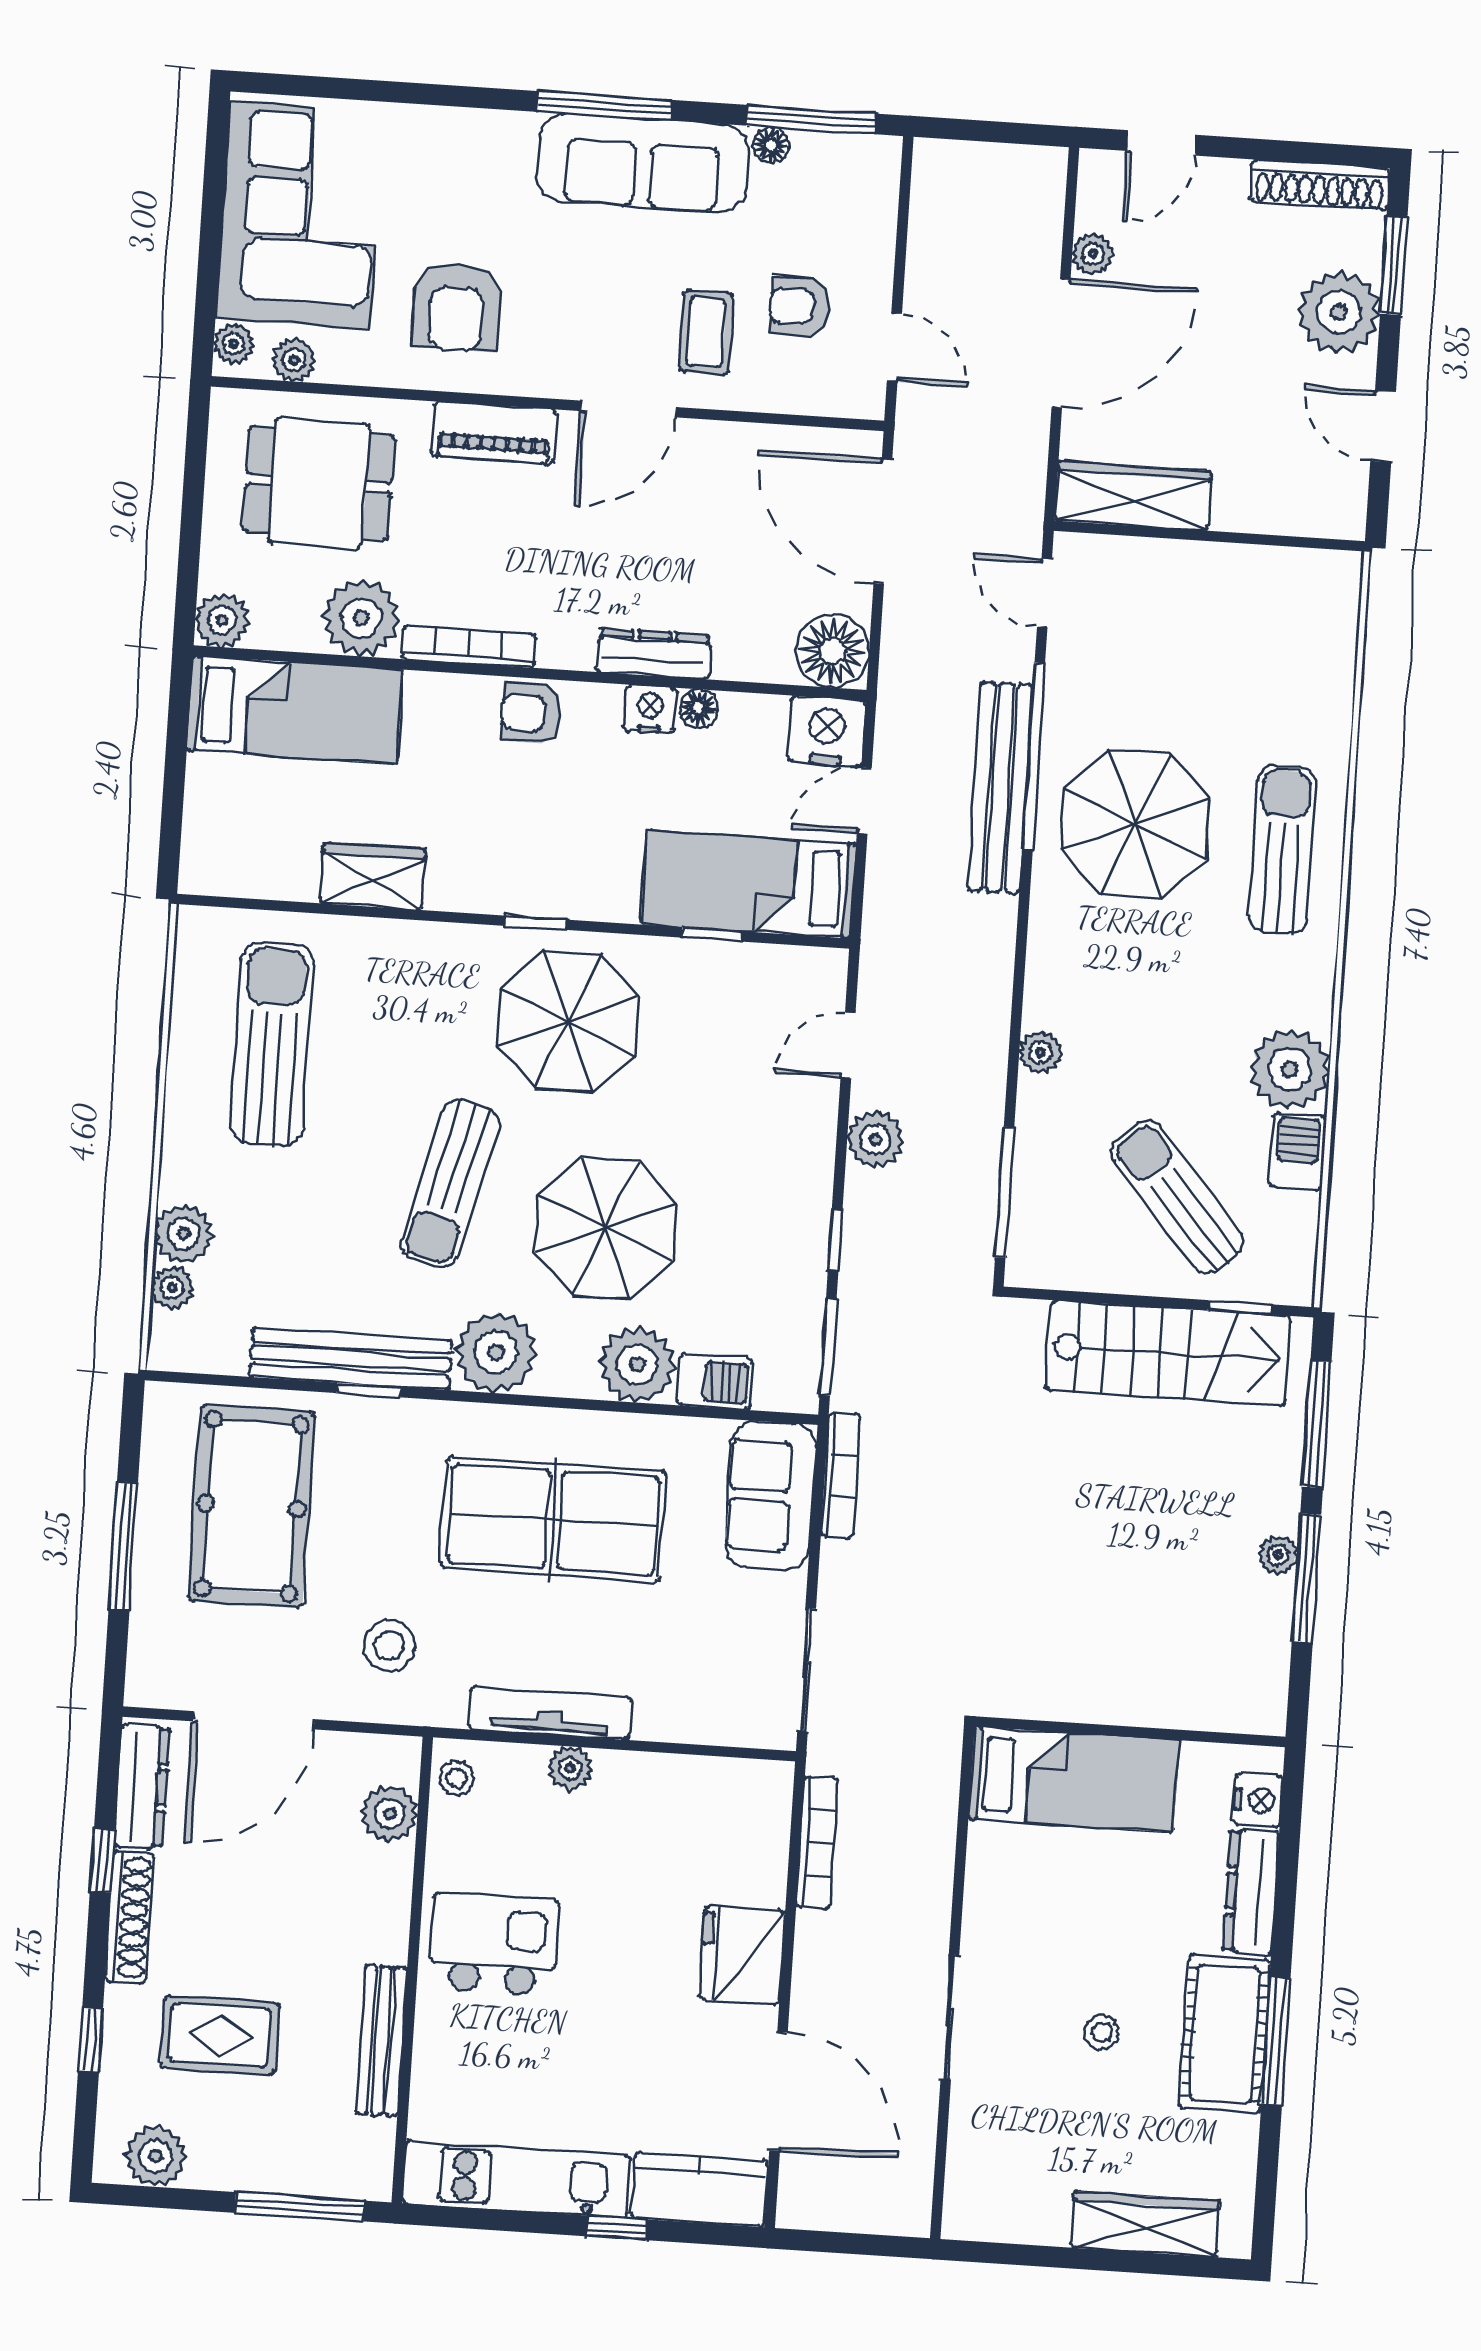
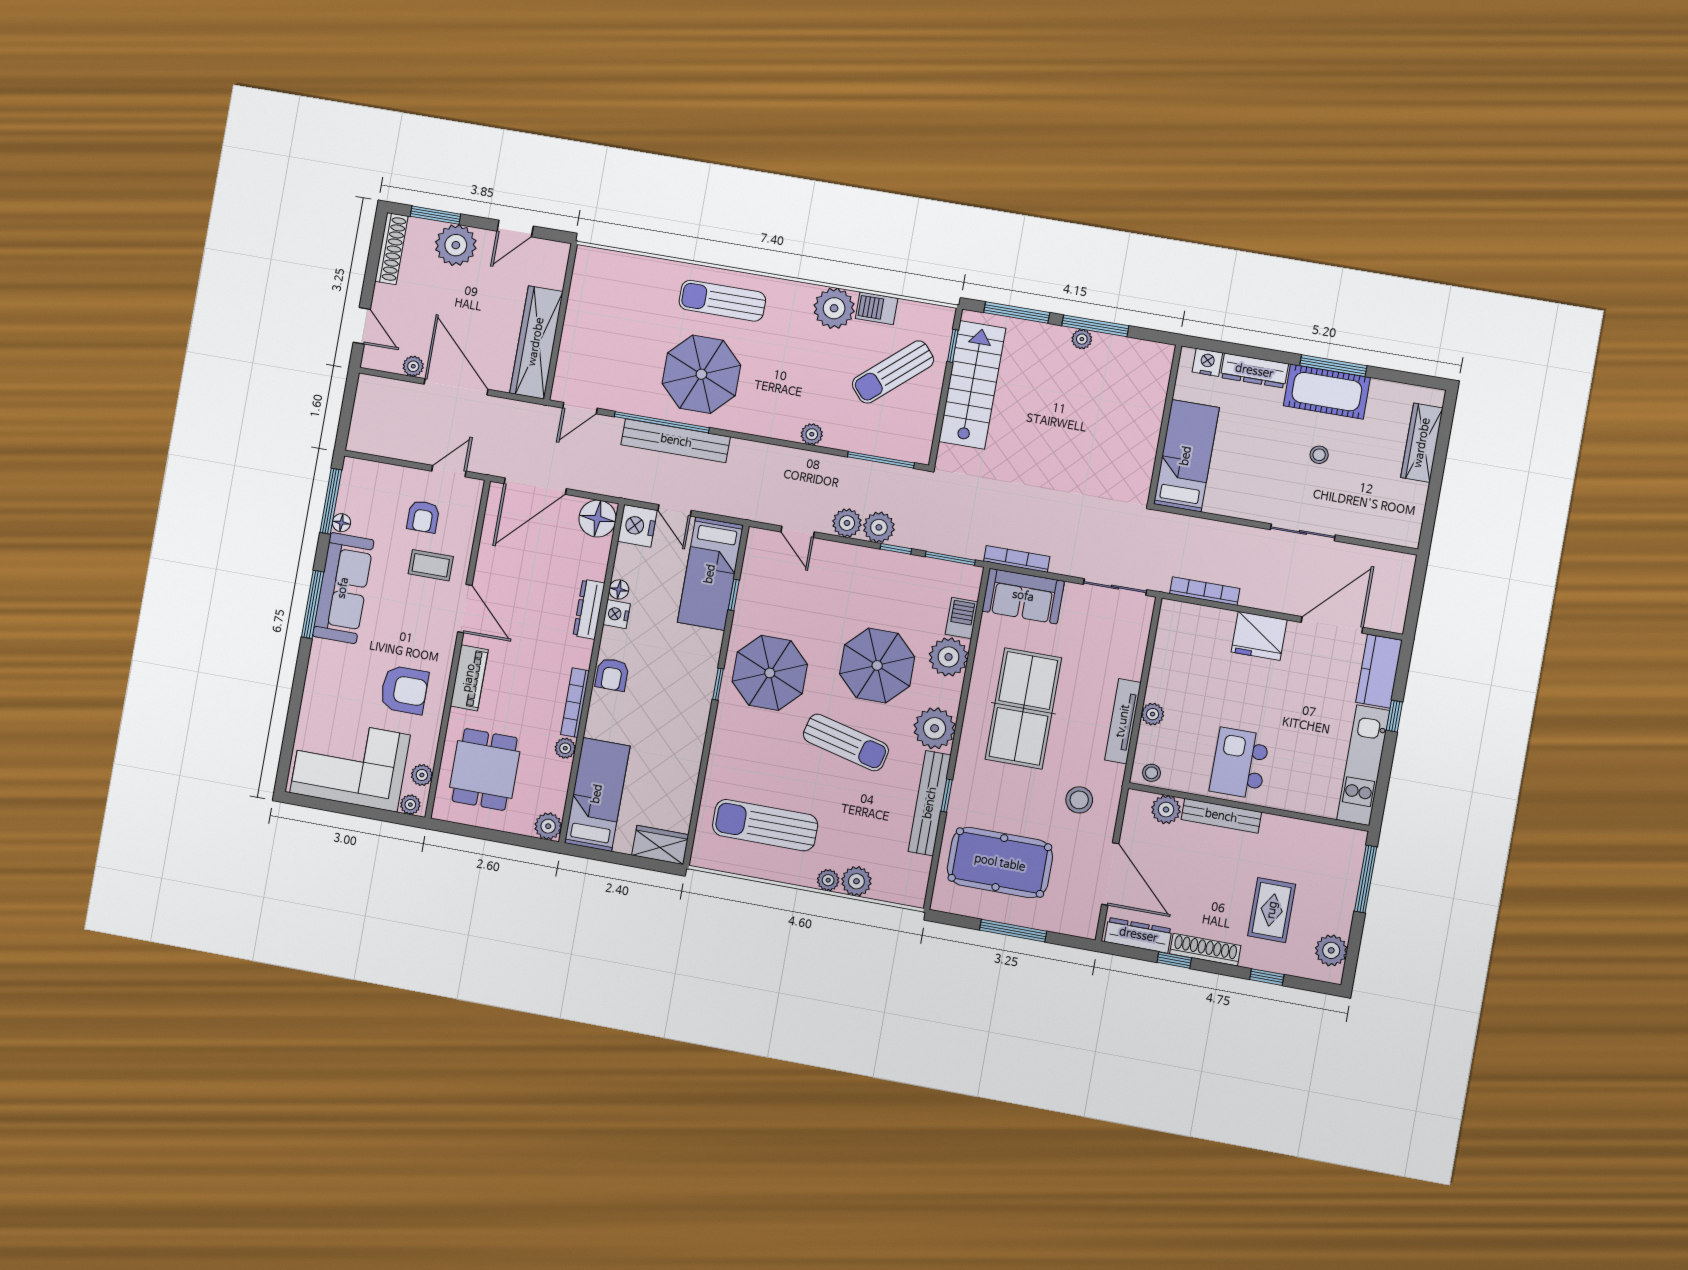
wardrobe: (1133, 496) -> (536, 342), width x1.40, depth x1.17
plant: (361, 618) -> (565, 748), width x0.53, depth x0.53
wardrobe: (373, 877) -> (660, 845), moved, turned 90
plant: (873, 1203) -> (879, 527), added
plant: (172, 1288) -> (828, 880), moved
bench: (381, 2041) -> (1221, 816), moved

